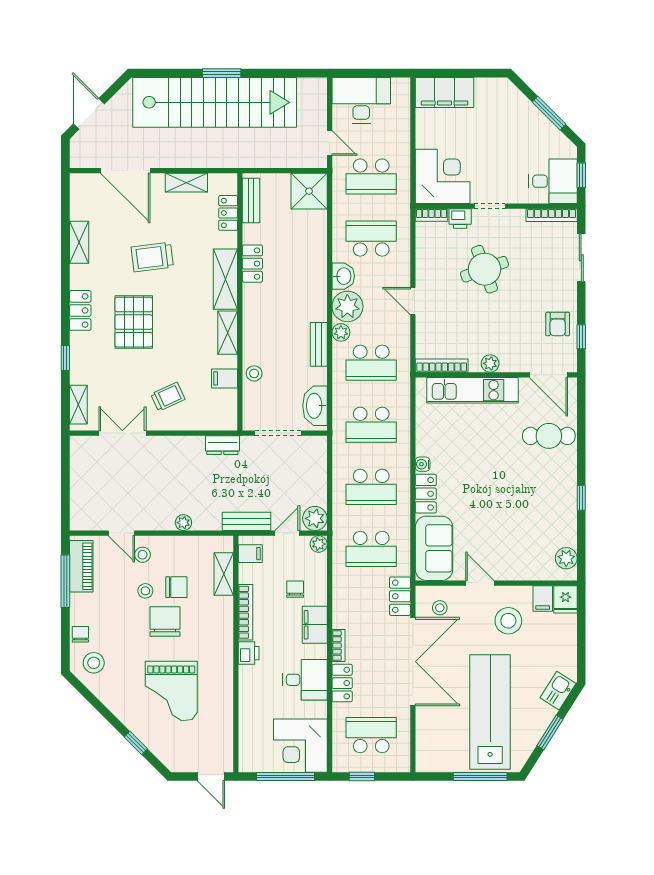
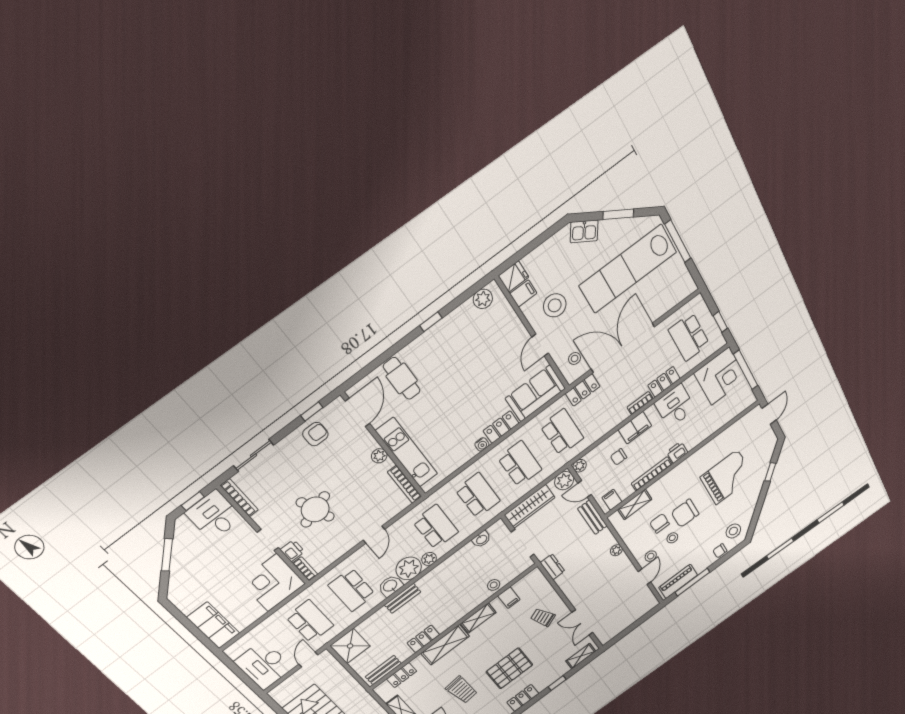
bench: (319, 344) -> (403, 598), moved
washbasin: (315, 406) -> (481, 539), width x0.52, depth x0.69
wardrobe: (315, 467) -> (530, 506), added

